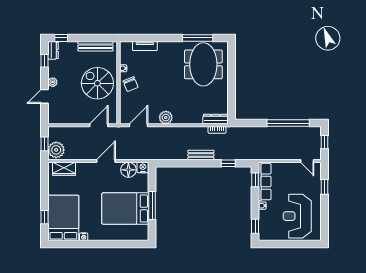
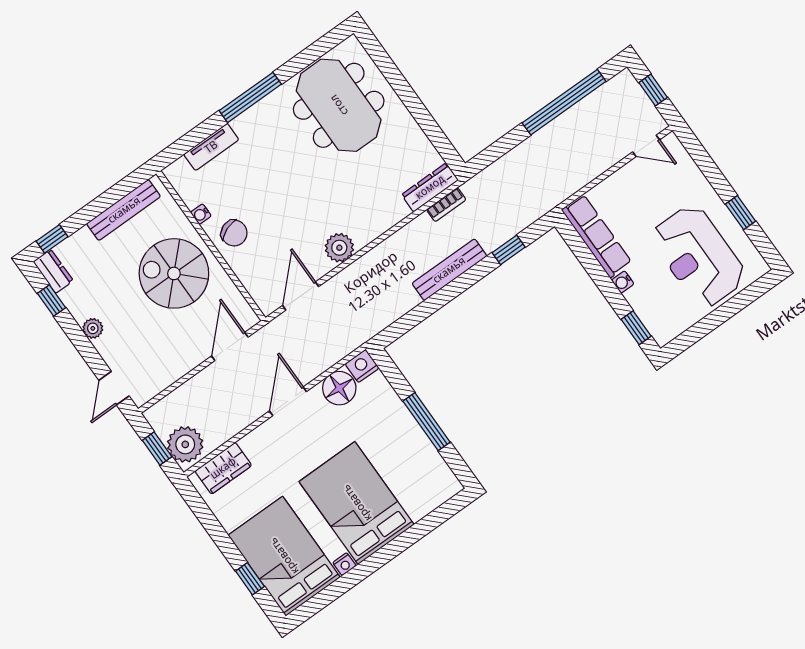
window: (198, 38) -> (250, 97), moved
door: (45, 96) -> (114, 388), moved
bench: (201, 155) -> (449, 270), width x1.36
window: (255, 180) -> (577, 245), removed
window: (324, 187) -> (741, 213), moved
bed: (125, 209) -> (357, 503), moved, turned 90

